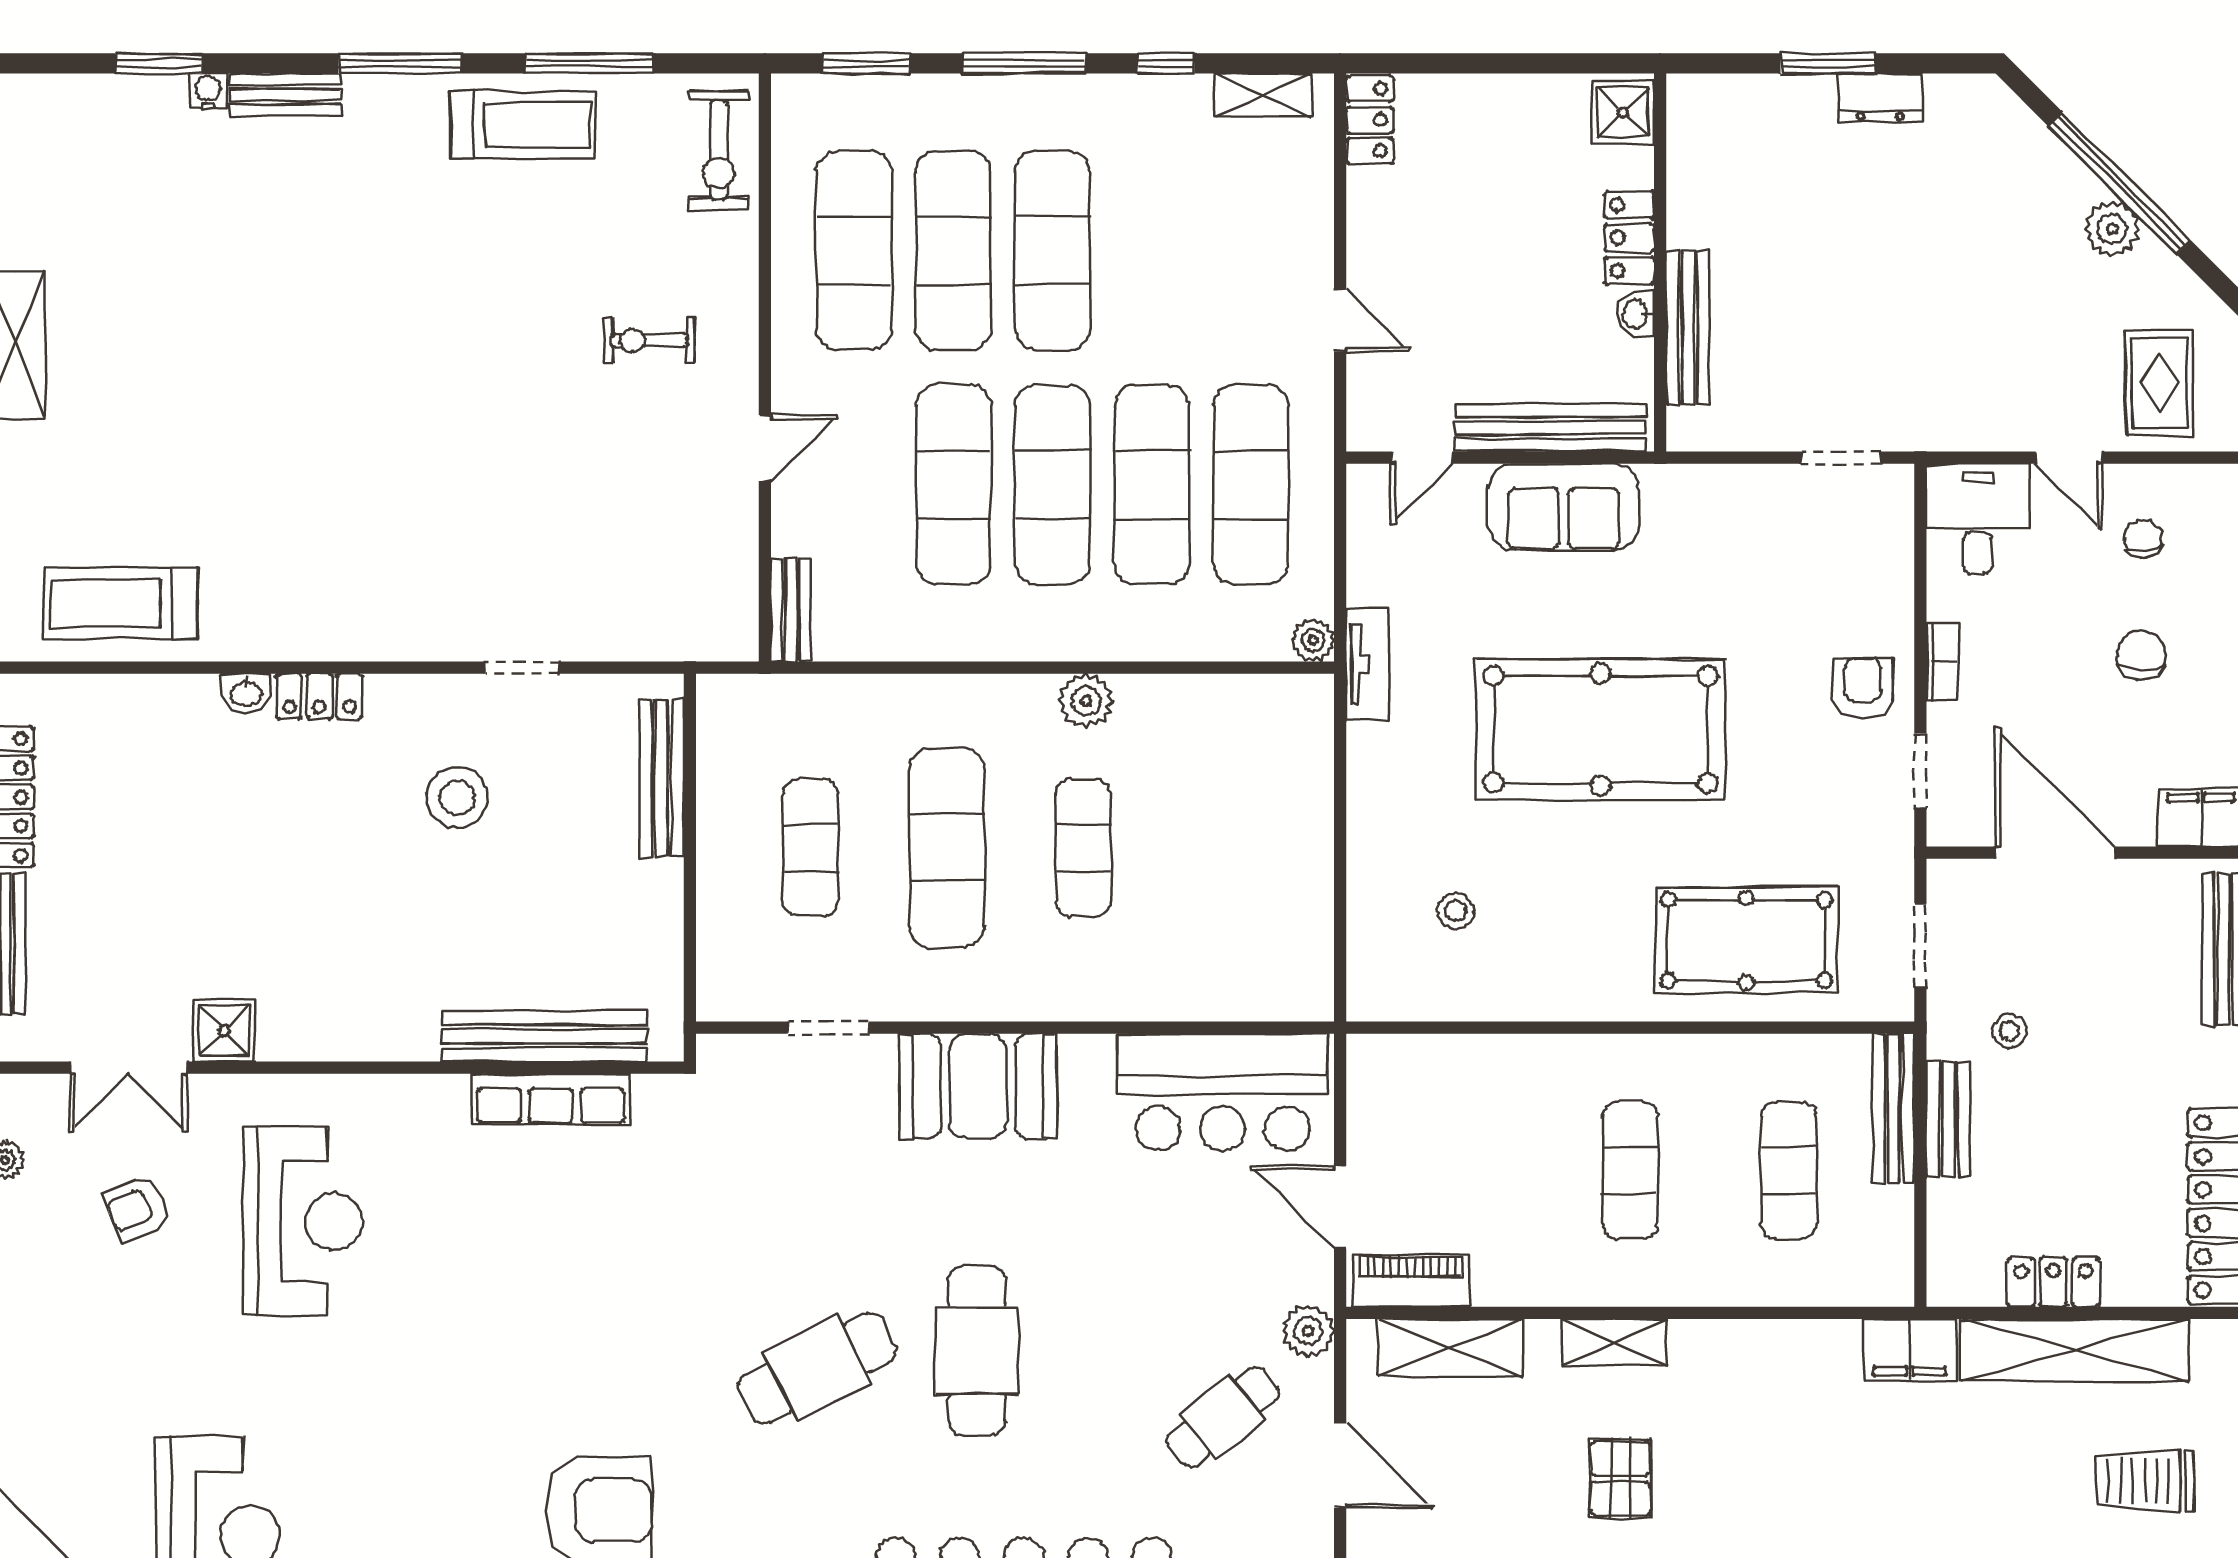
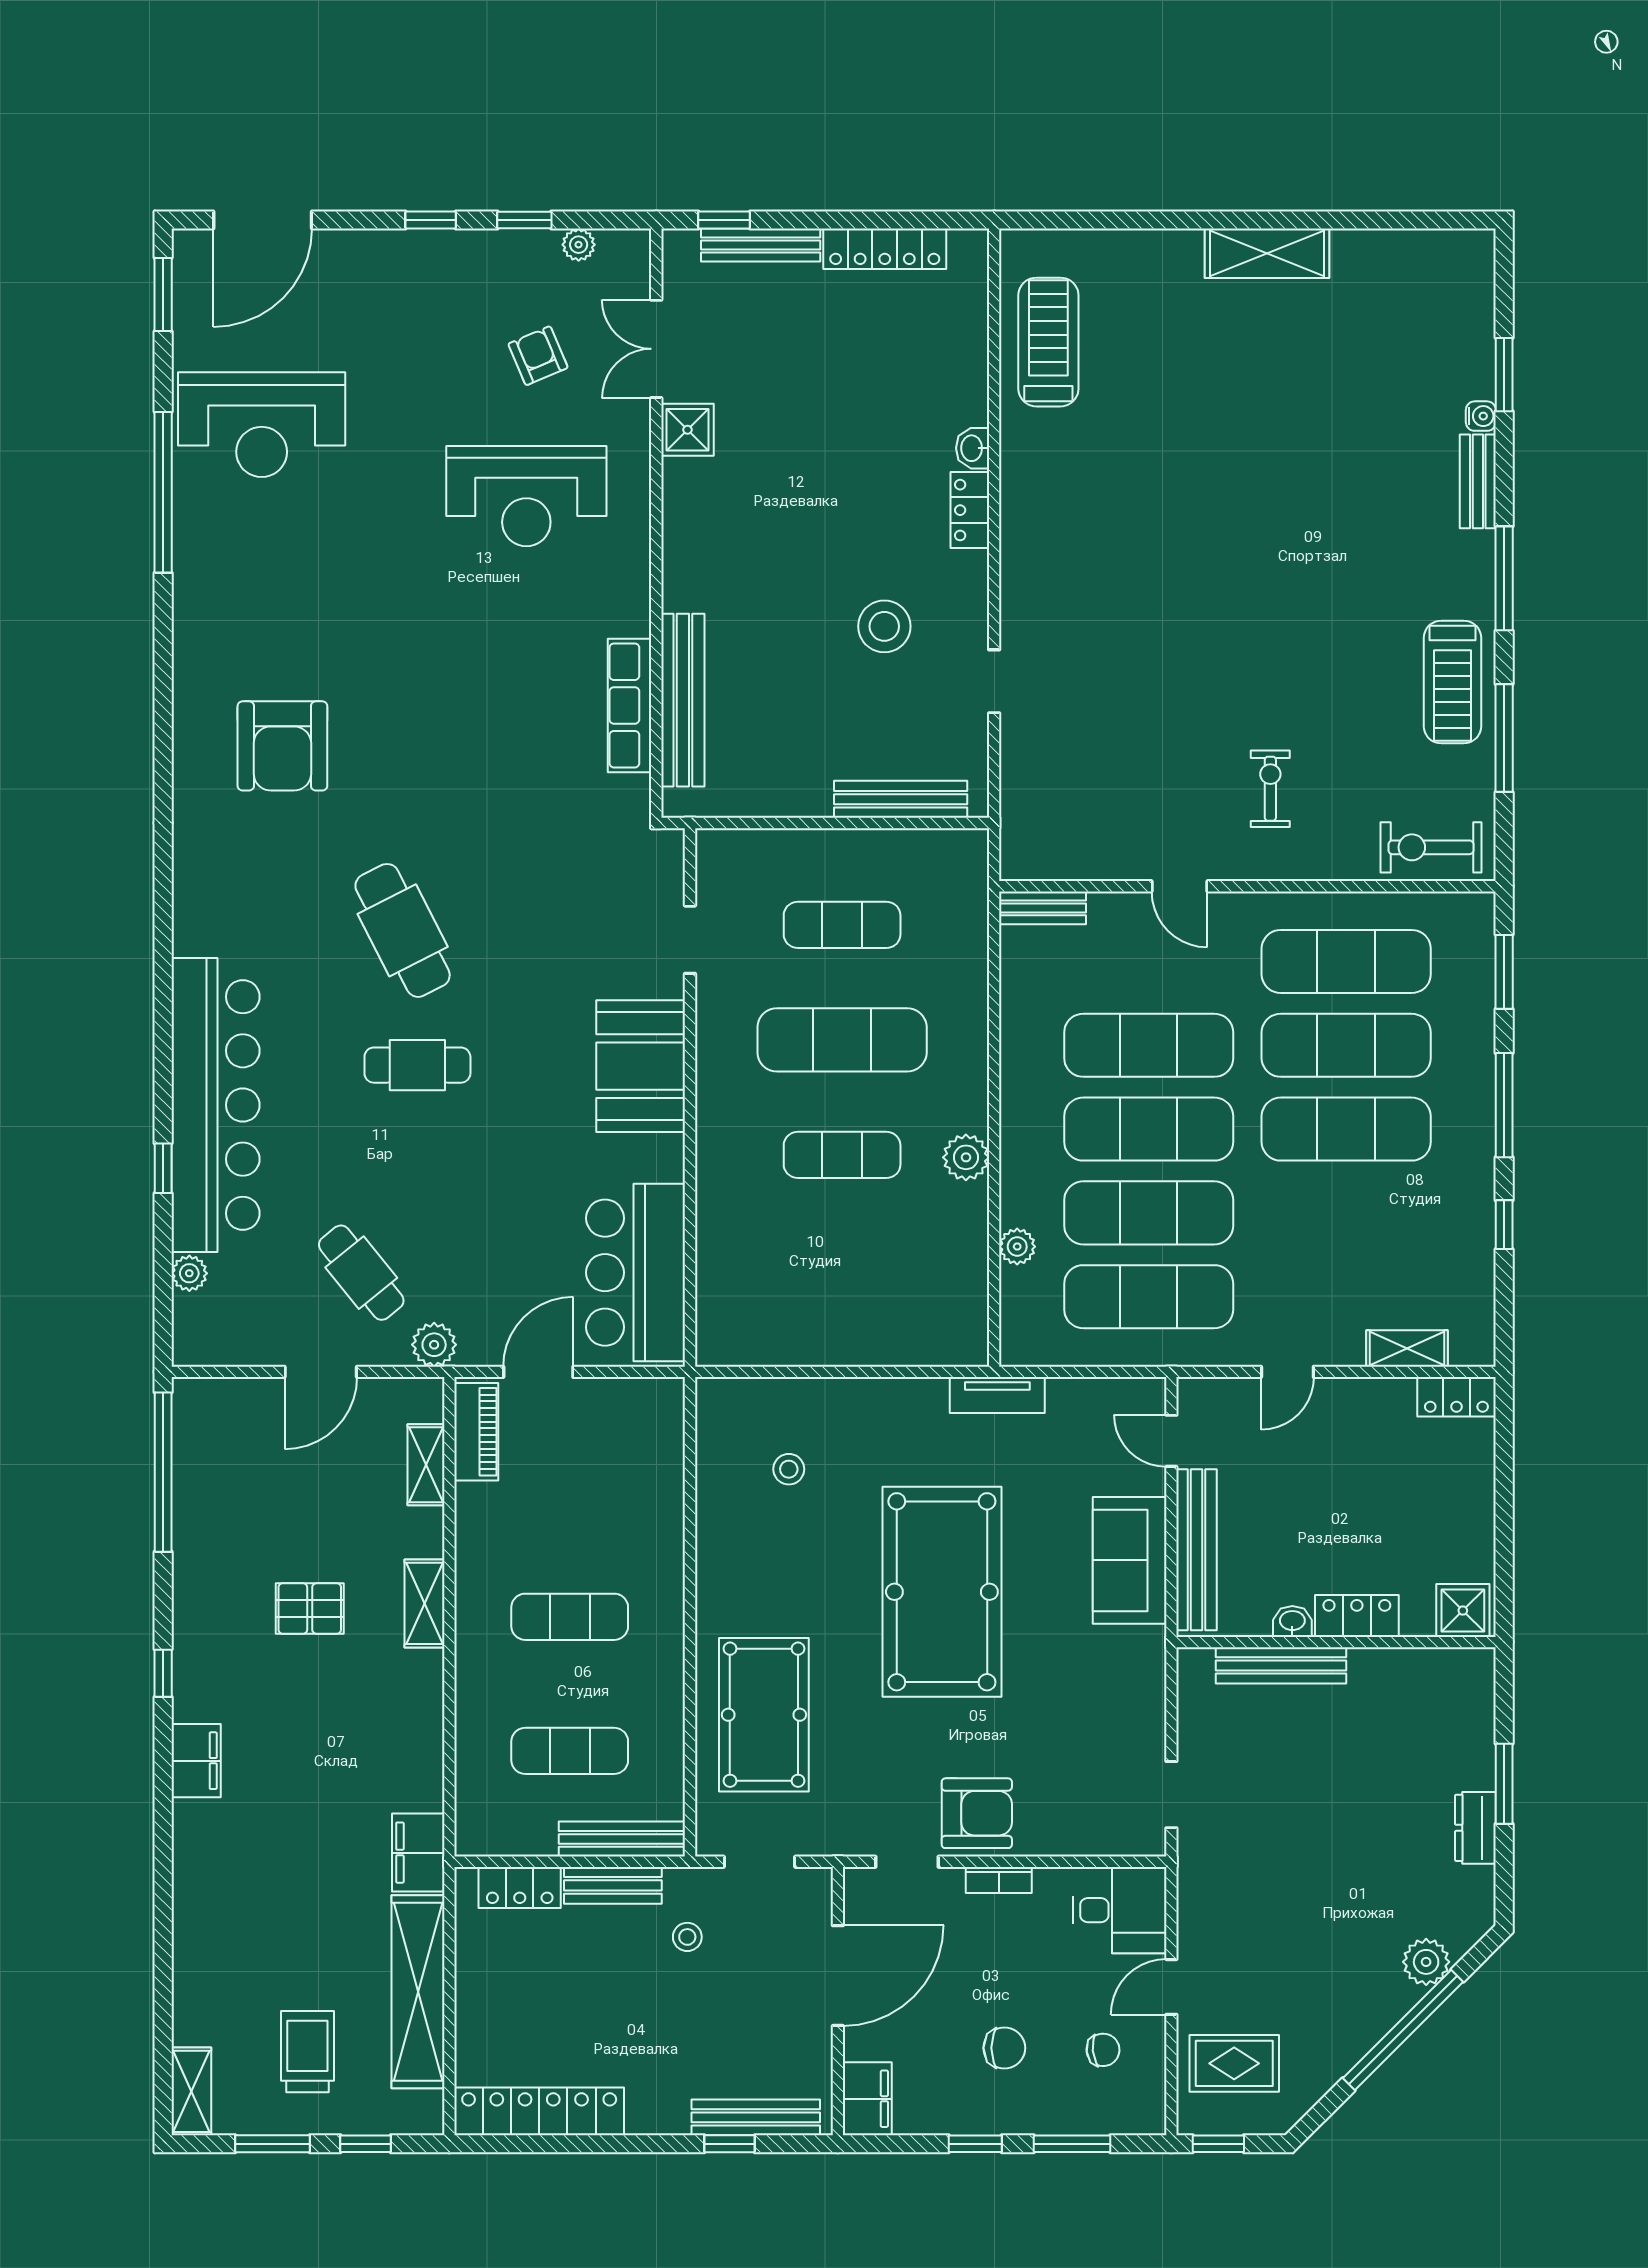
shelving: (1264, 95) -> (1407, 1349), moved, turned 90
plant: (2112, 229) -> (1426, 1962), moved
plant: (1313, 640) -> (1017, 1247), moved
armchair: (1863, 688) -> (977, 1813), width x1.38, depth x1.38
locker: (2053, 1282) -> (520, 1887), moved, turned 90
shelving: (1450, 1348) -> (426, 1465), width x0.67, depth x0.75
cafe table: (977, 1351) -> (417, 1065), width x0.73, depth x0.74

